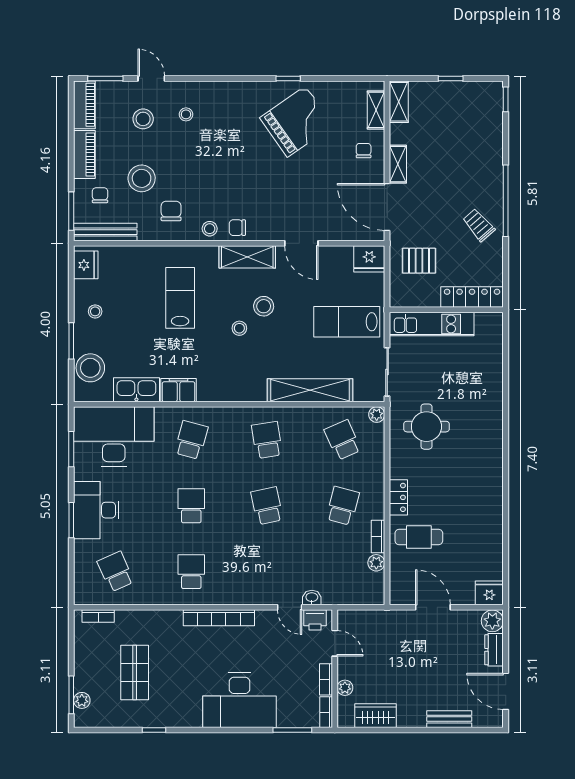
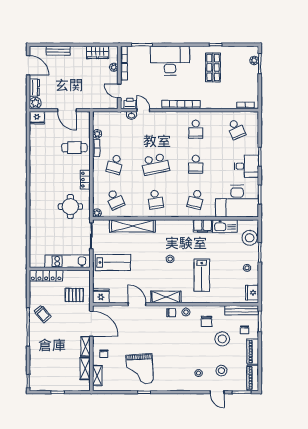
shelving: (399, 102) -> (85, 369), moved
grand piano: (296, 121) -> (140, 369), turned -58
stool: (264, 306) -> (157, 271), removed
locker: (398, 497) -> (85, 180), moved
school desk: (267, 506) -> (155, 164), width x1.85
desk: (96, 510) -> (246, 166), width x0.73
shop shelf: (135, 673) -> (213, 67), moved

